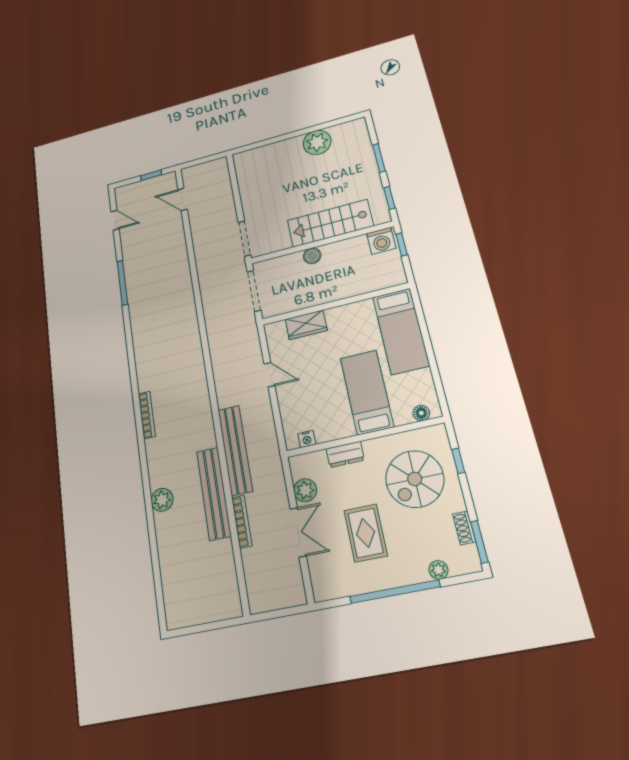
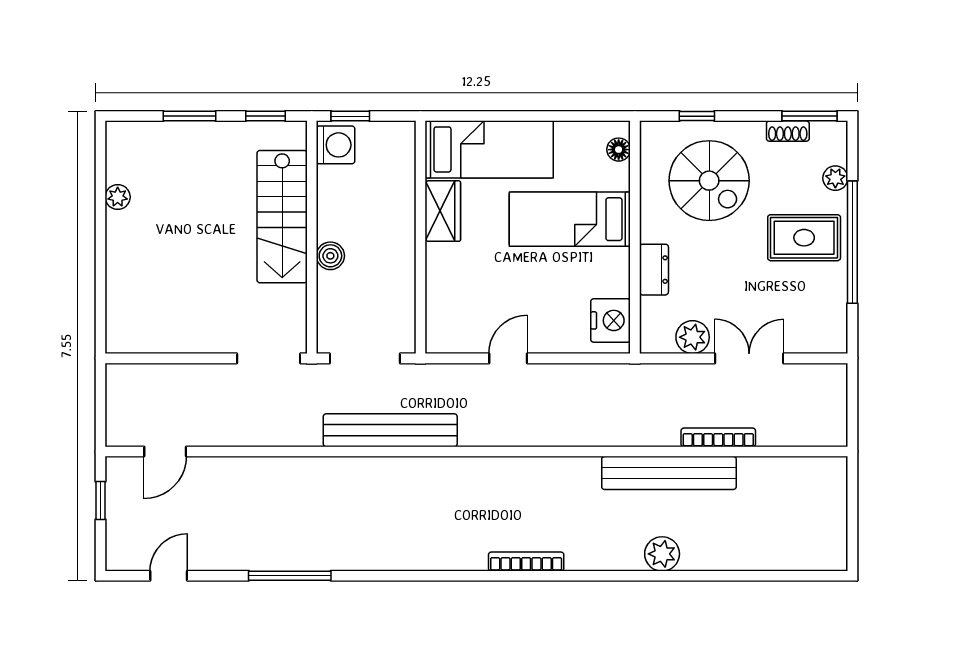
plant: (317, 142) -> (118, 197), width x0.53, depth x0.53
wardrobe: (306, 325) -> (443, 211), moved
nightstand: (307, 439) -> (611, 320), width x1.89, depth x1.79
bench: (235, 450) -> (390, 430), moved
rug: (366, 533) -> (804, 238), moved

